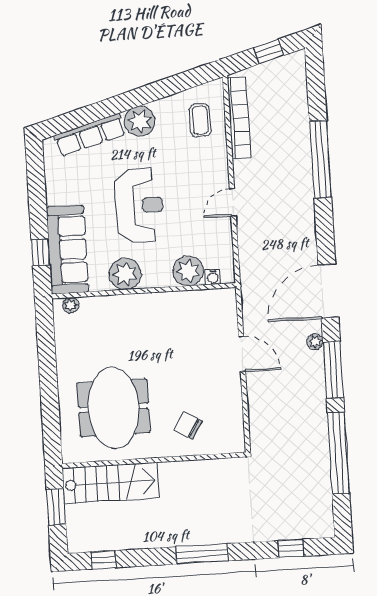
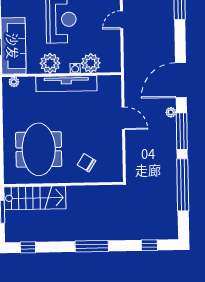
water cooler: (213, 277) -> (75, 68), moved
tv unit: (152, 304) -> (66, 84), added

